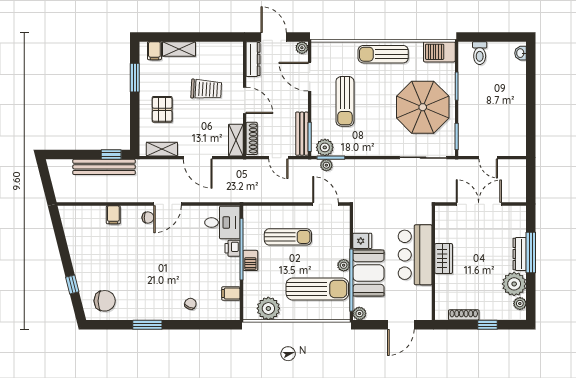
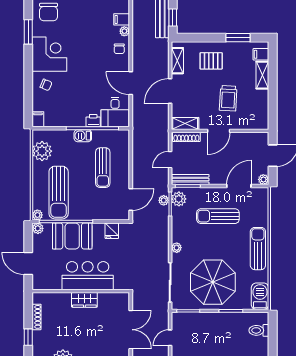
dresser: (253, 59) -> (254, 138), removed
plant: (382, 150) -> (177, 248), added
door: (168, 204) -> (131, 83), moved
plant: (127, 211) -> (124, 31), added
fridge: (362, 241) -> (112, 231), moved
plant: (344, 265) -> (37, 215), moved
filing cabinet: (231, 293) -> (38, 119), moved
corner desk: (154, 300) -> (49, 54), added
window: (147, 325) -> (28, 32), moved

